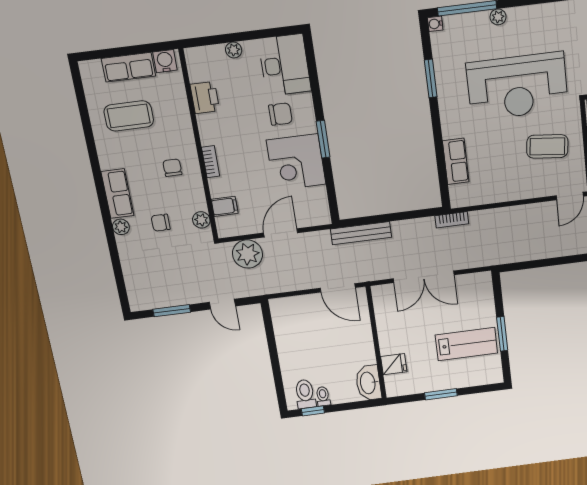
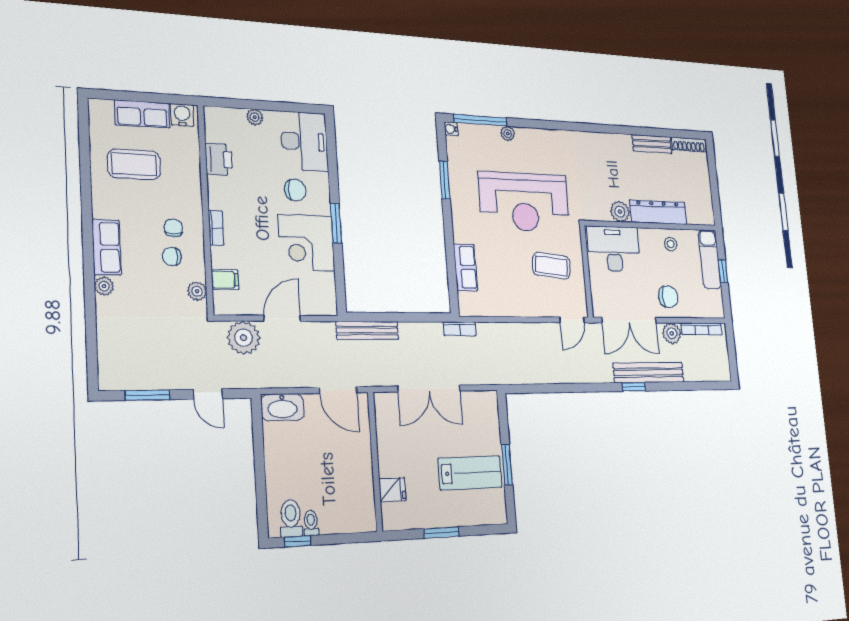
chair: (161, 223) -> (172, 257), moved
washbasin: (368, 383) -> (282, 407), moved, turned -90

